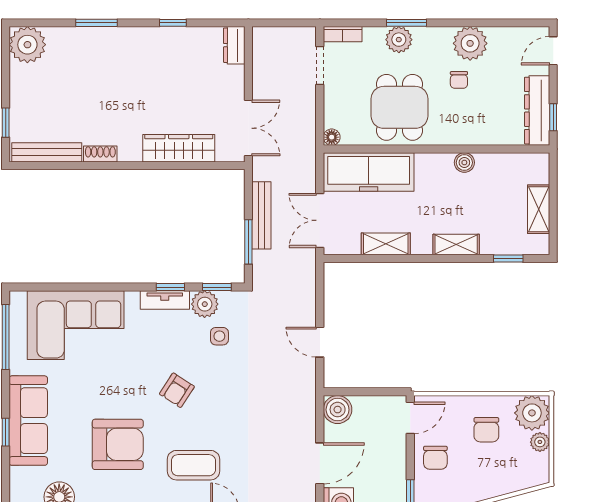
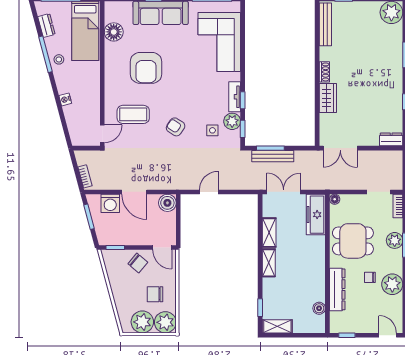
dresser: (537, 111) -> (337, 289), moved, turned 90
wardrobe: (179, 148) -> (328, 98), width x0.67
shoe rack: (100, 154) -> (324, 72), moved
boiler: (464, 163) -> (319, 308), moved
freezer: (369, 172) -> (316, 215), width x0.73, depth x0.79
shelving: (539, 209) -> (277, 326), moved
bench: (261, 215) -> (273, 156), moved
shelving: (456, 245) -> (269, 263), moved
armchair: (177, 390) -> (176, 127), moved
plant: (540, 442) -> (142, 322), width x1.88, depth x1.88
chair: (435, 458) -> (138, 263), turned -140
coffee table: (193, 465) -> (133, 114), turned 90

